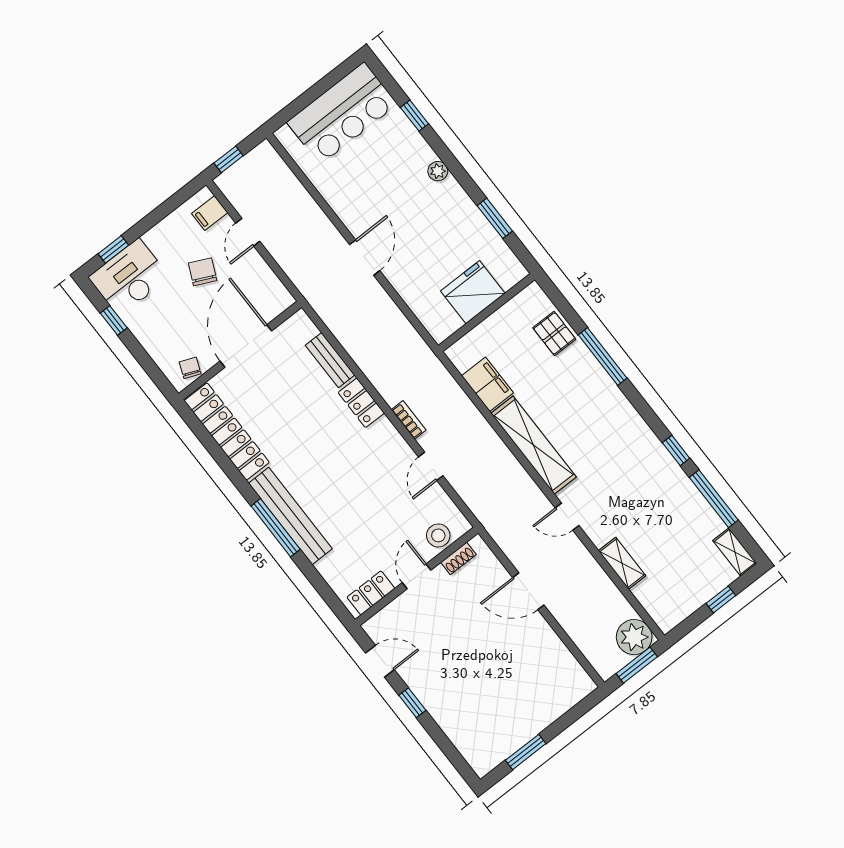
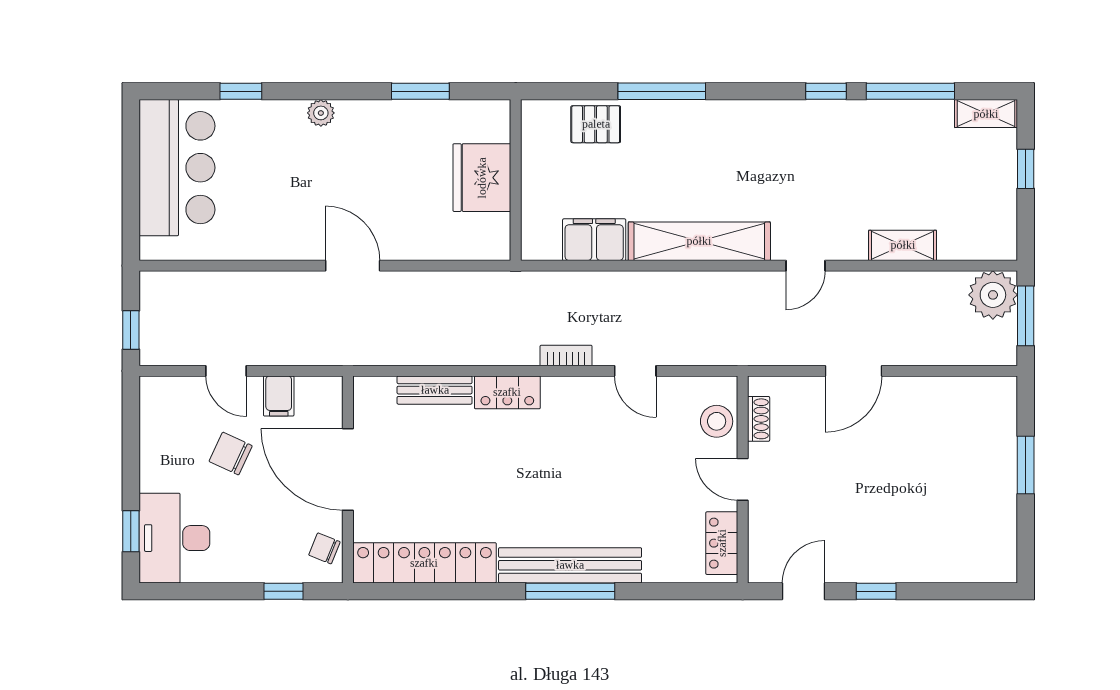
filing cabinet: (210, 213) -> (279, 396), moved
window: (114, 320) -> (284, 591), moved
window: (526, 752) -> (1026, 465), moved

